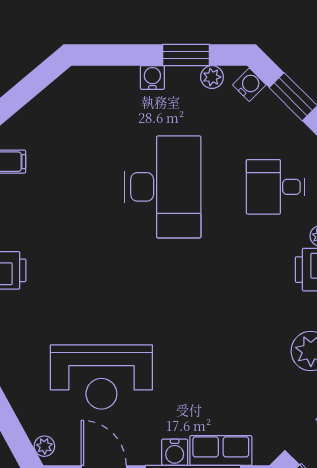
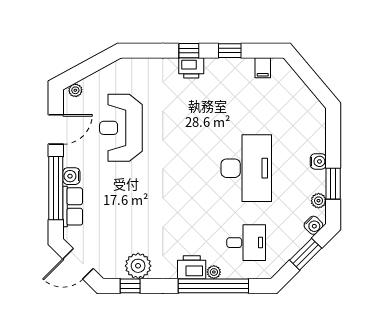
desk: (163, 187) -> (246, 168), turned -90
desk: (276, 187) -> (246, 243), turned 90

